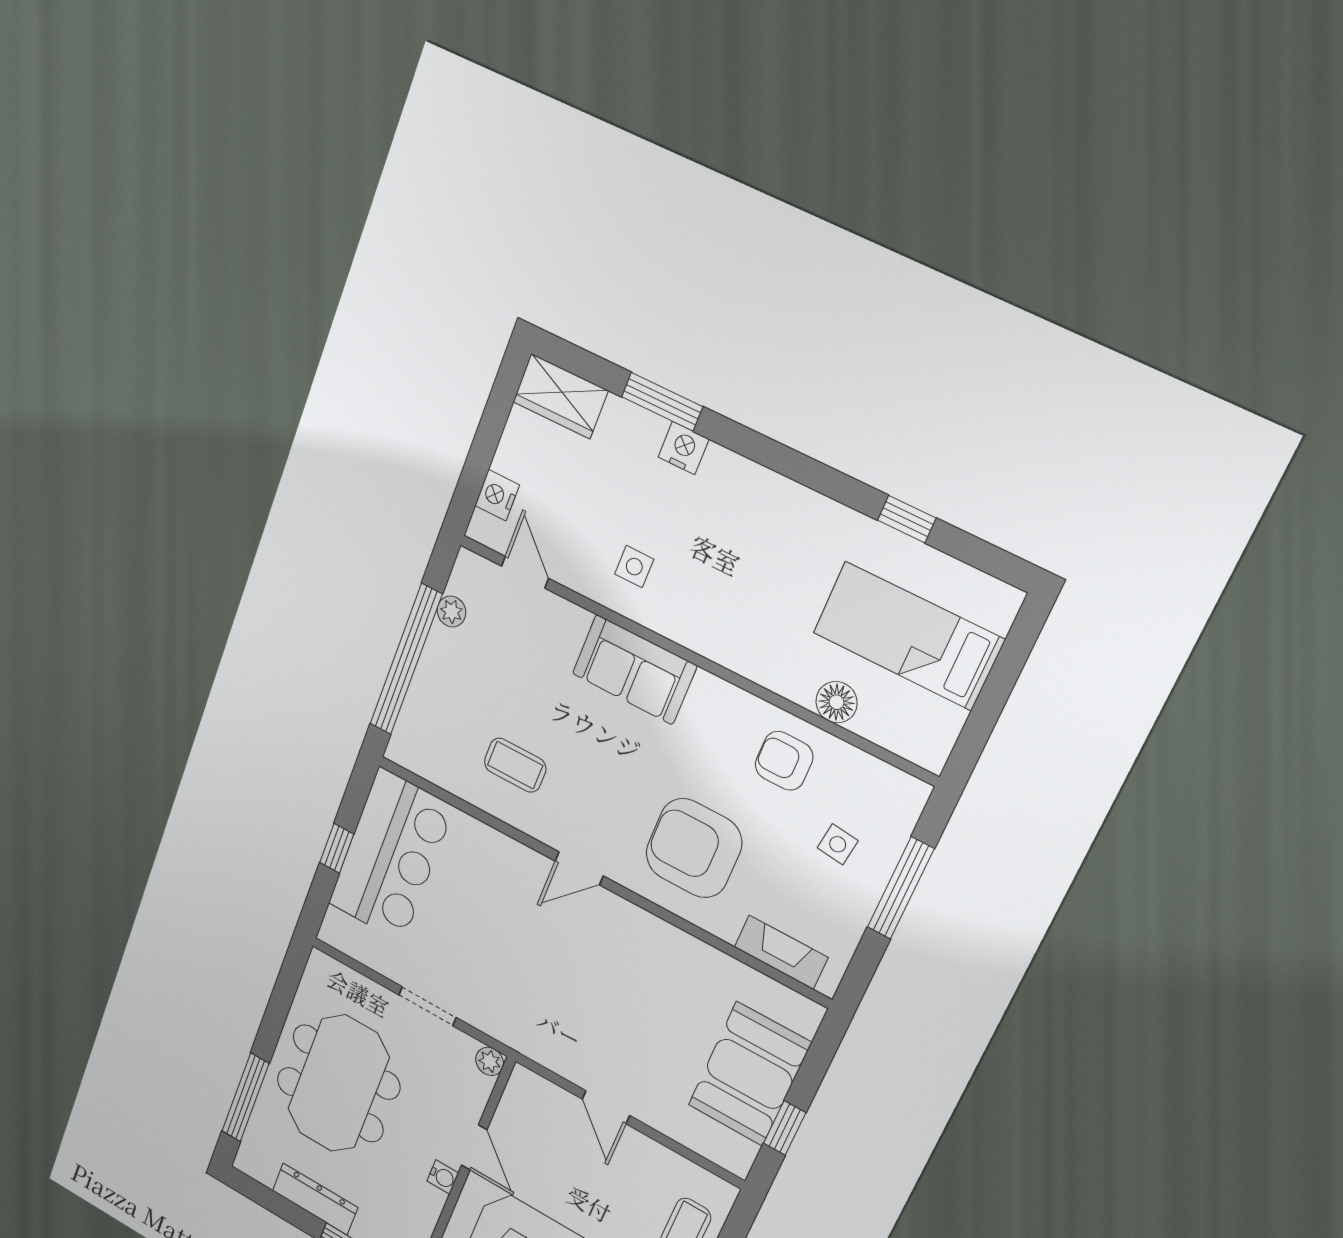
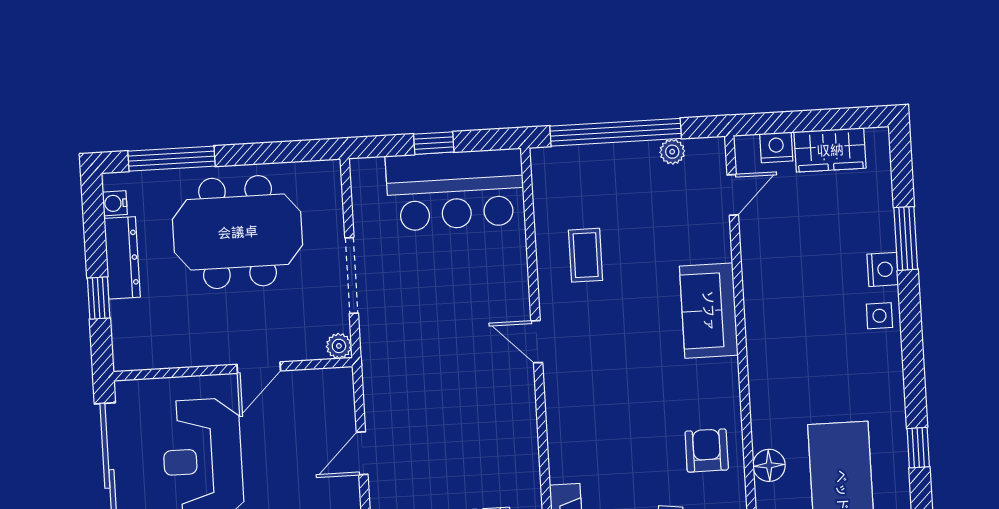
wardrobe: (560, 396) -> (830, 150), moved, turned -90
side table: (634, 567) -> (879, 316), moved
armchair: (694, 848) -> (605, 419), removed
doorway: (427, 1006) -> (352, 275), width x1.38
water cooler: (443, 1177) -> (115, 203), moved, turned 90

